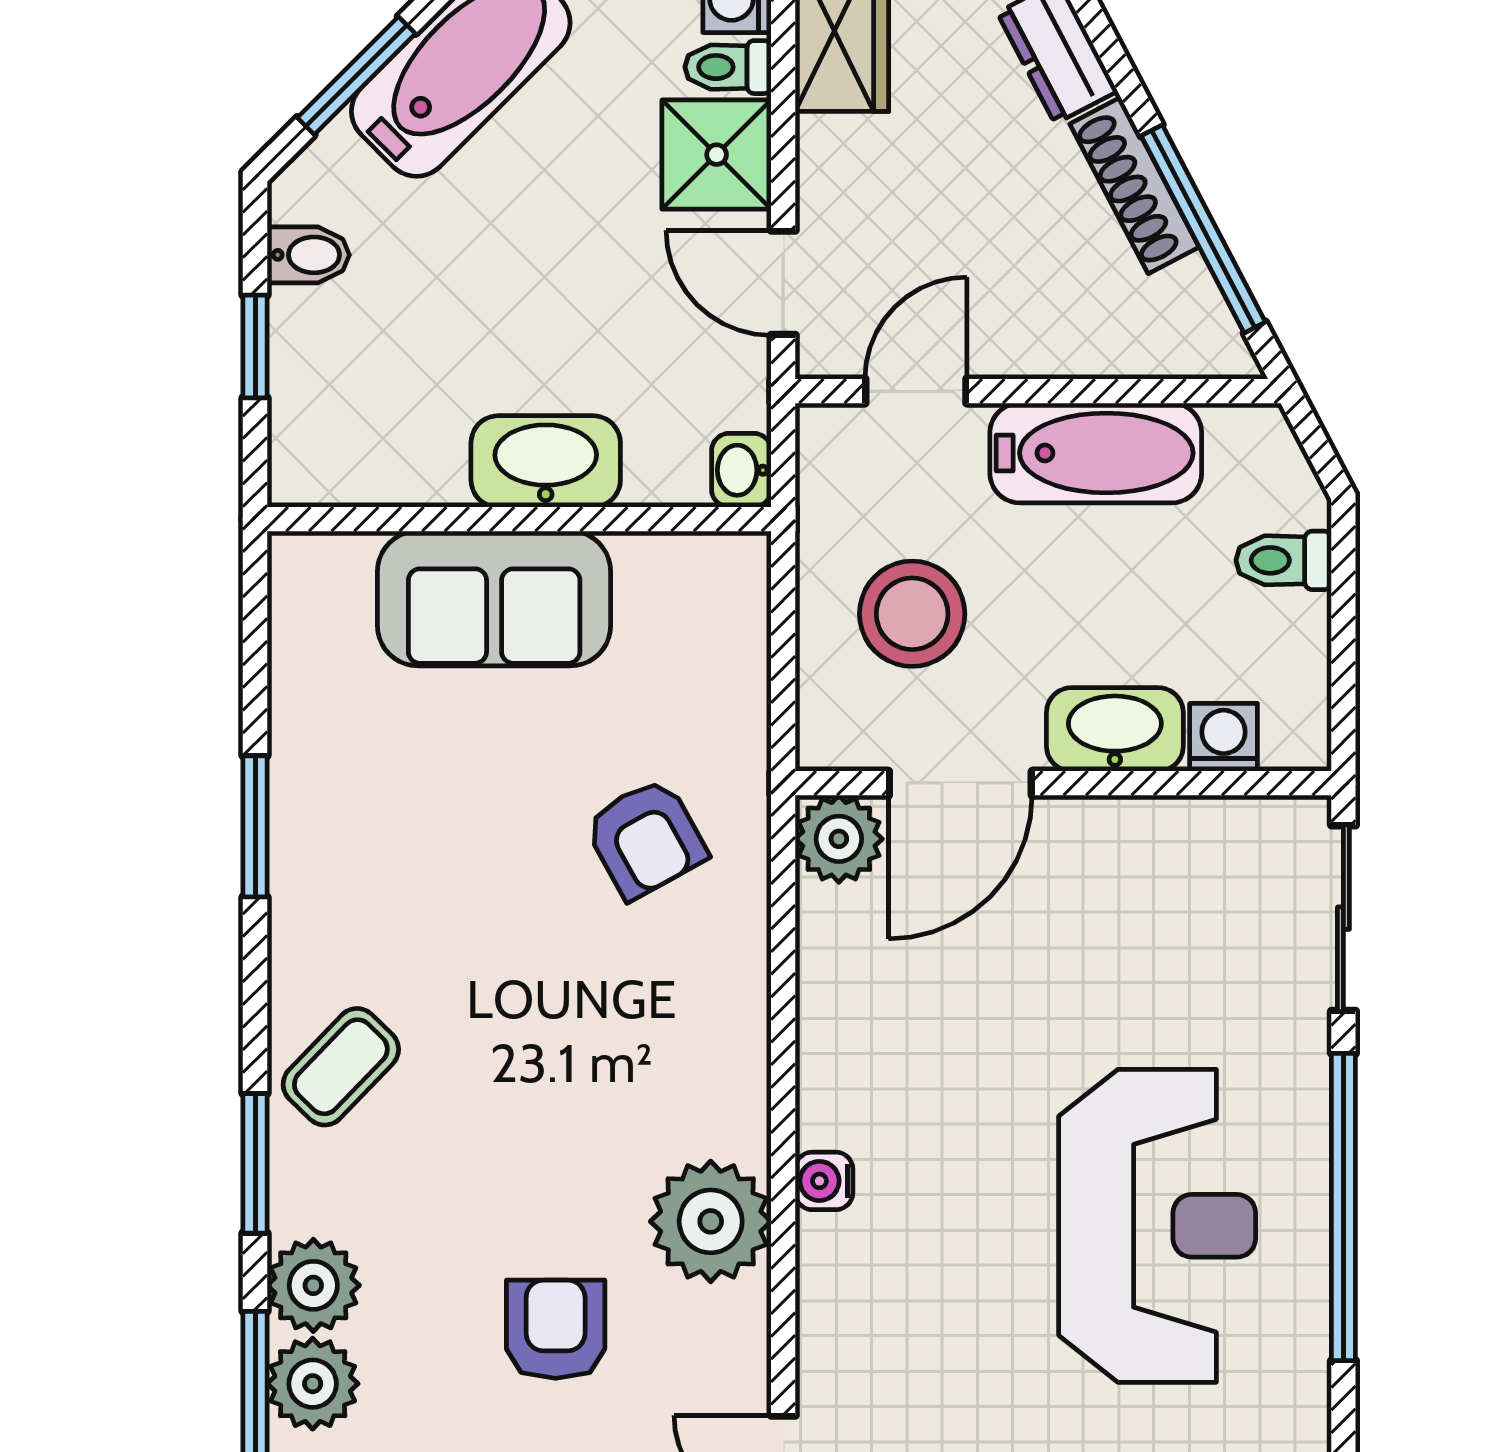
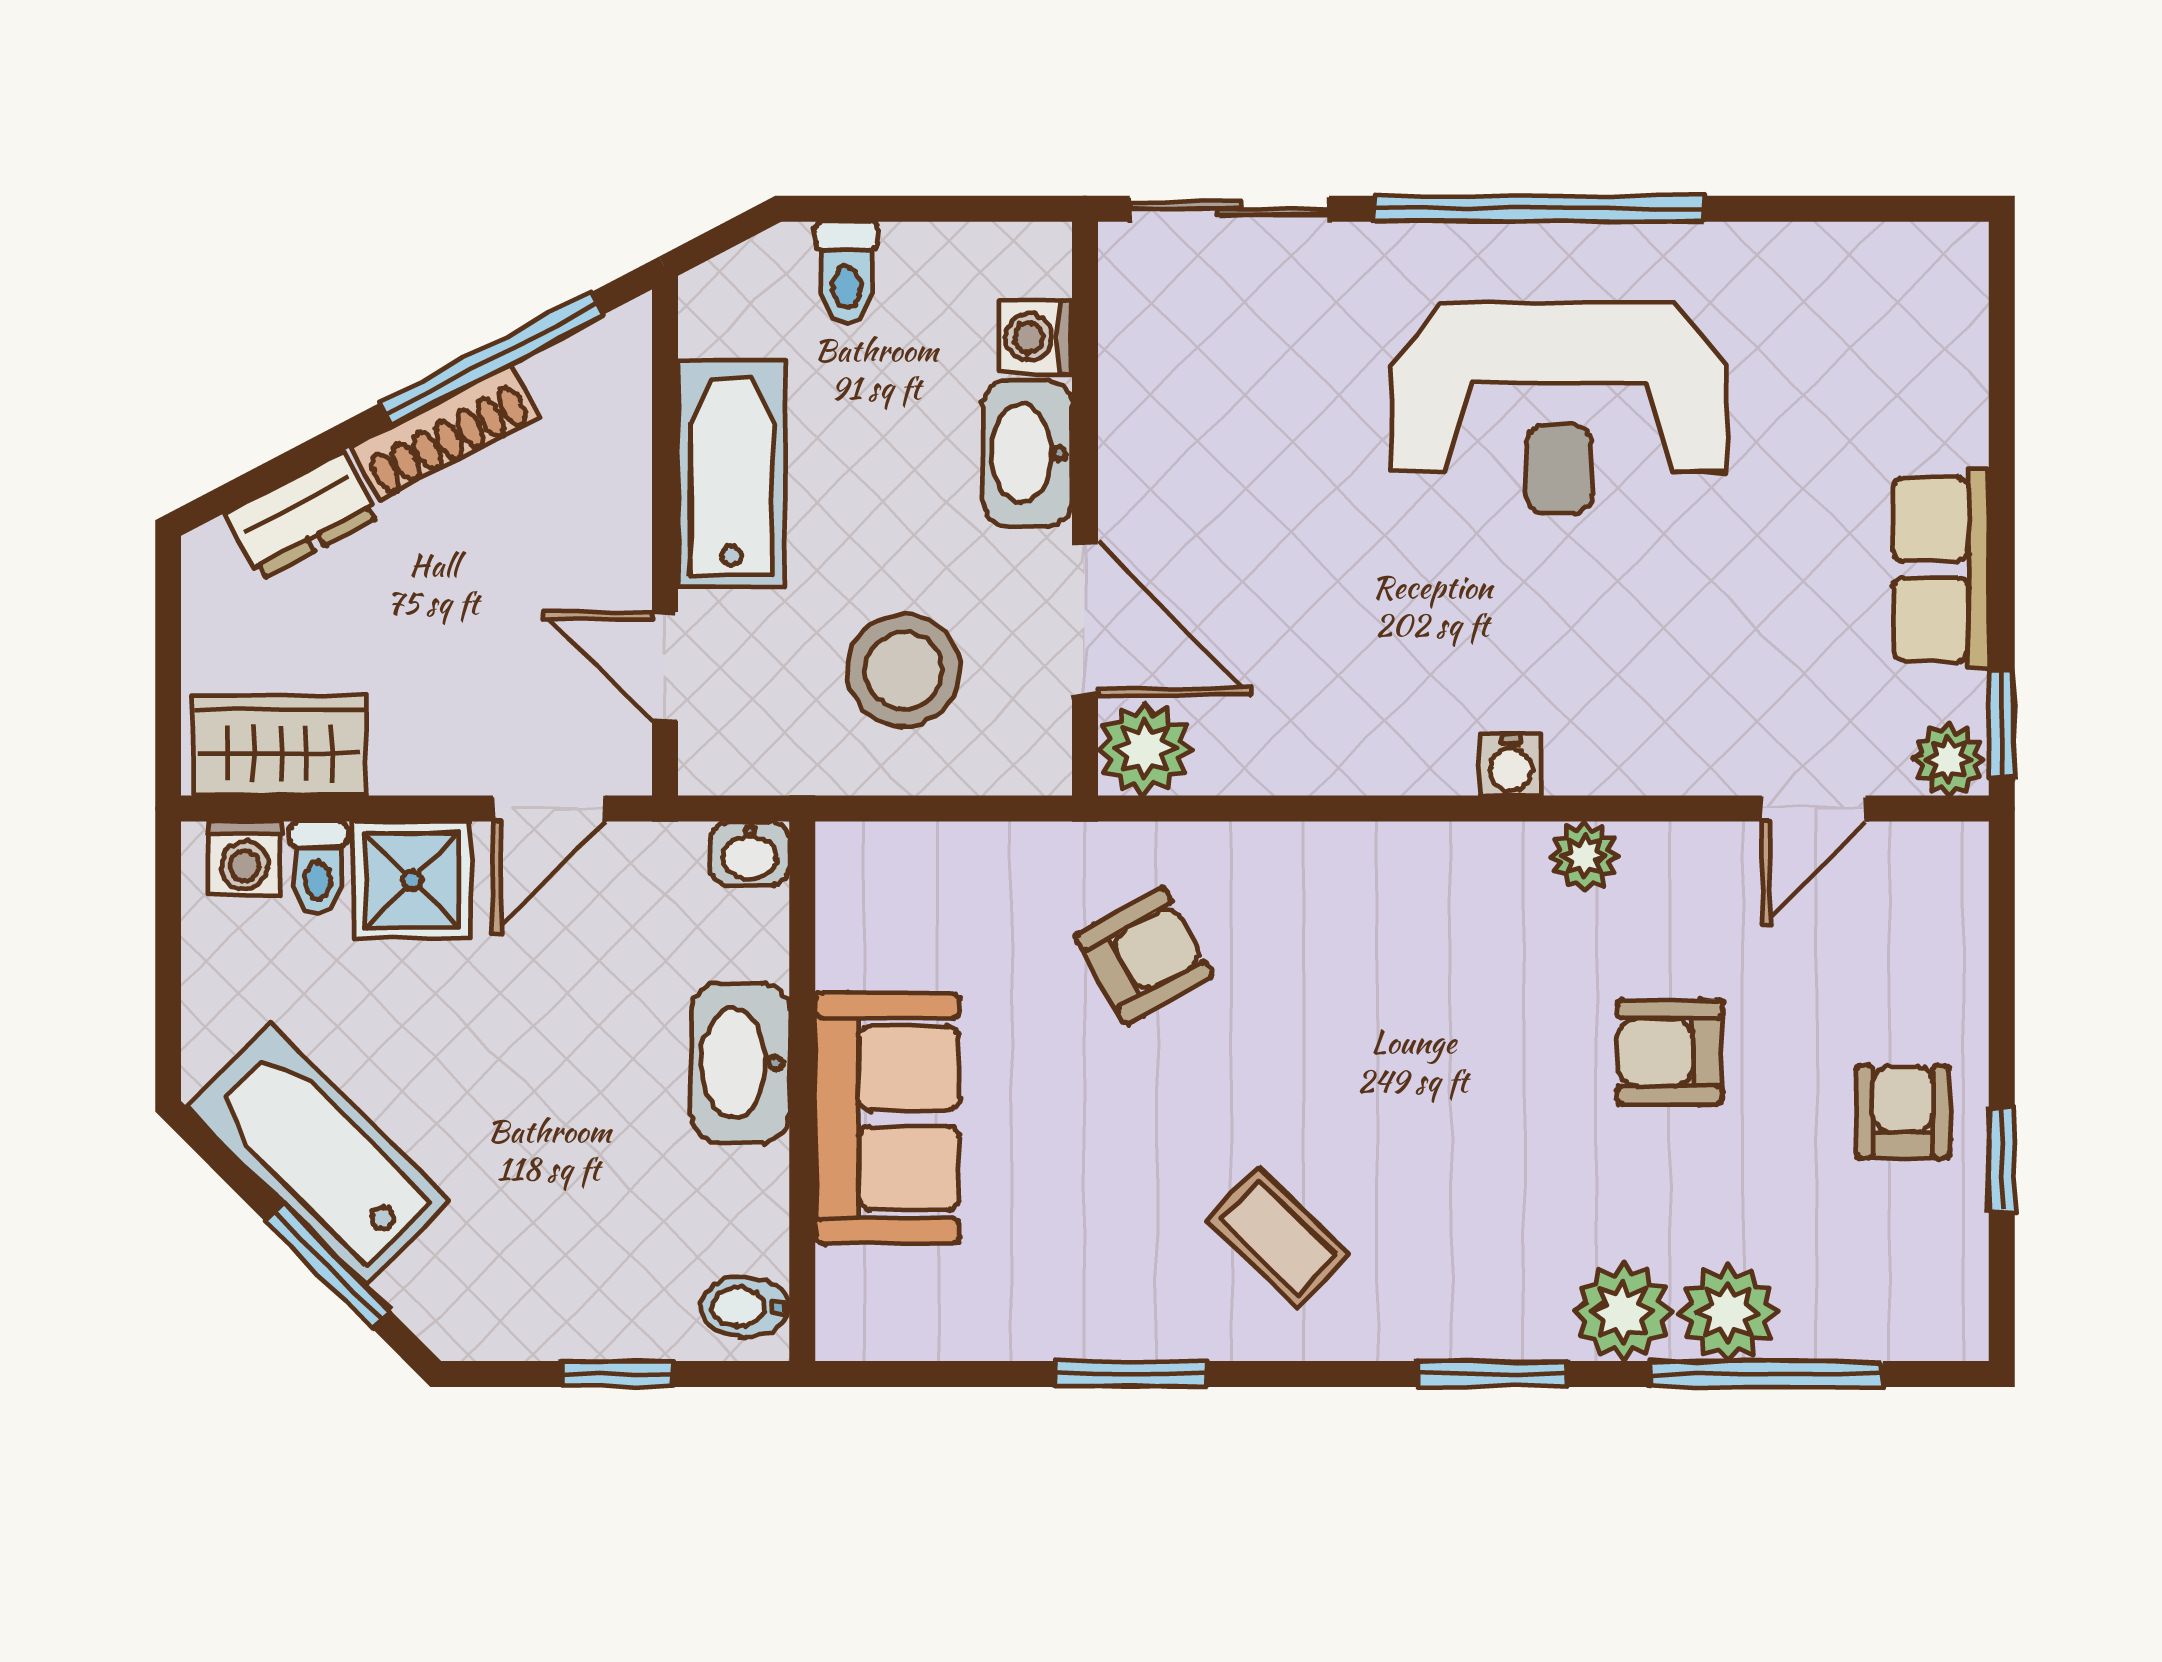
bidet: (308, 255) -> (745, 1307), moved, turned -90
coffee table: (341, 1067) -> (1278, 1238), moved
plant: (711, 1221) -> (1584, 856), width x0.53, depth x0.53
reception desk: (1157, 1226) -> (1559, 408), turned 180

